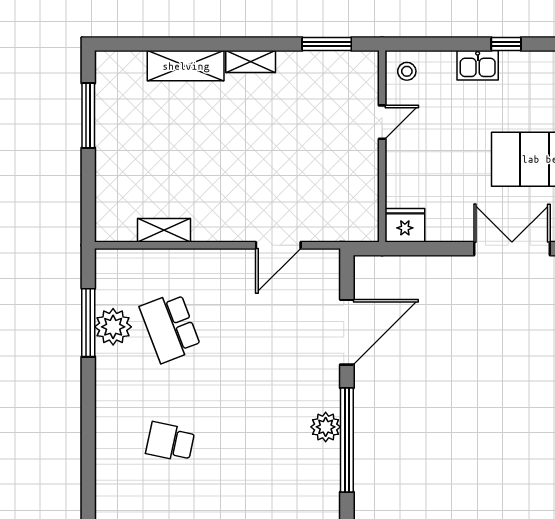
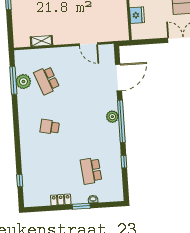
fridge: (405, 225) -> (137, 15), moved, turned 90
door: (278, 245) -> (88, 44), hinge flipped

